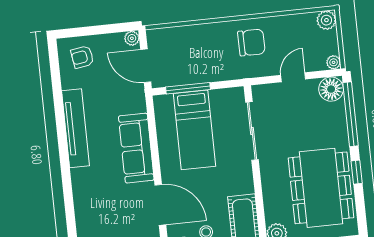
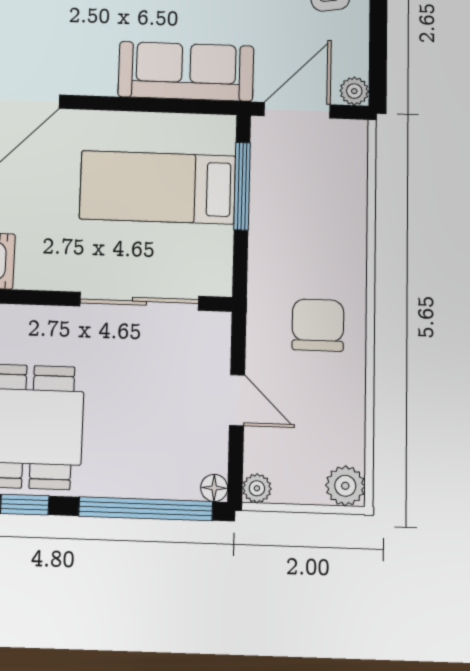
chair: (251, 42) -> (318, 325), turned 180
floor lamp: (331, 89) -> (214, 488), width x0.53, depth x0.53
sofa: (136, 148) -> (186, 71), moved

